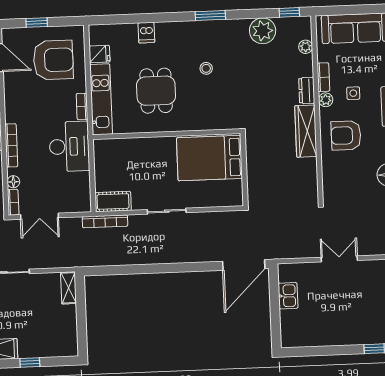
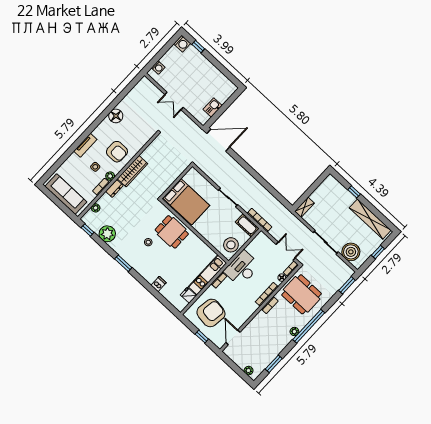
armchair: (53, 60) -> (211, 313), turned 98
dining table: (156, 91) -> (172, 232), moved, turned 90
stool: (109, 161) -> (231, 245), added

